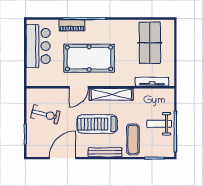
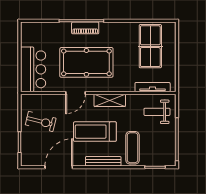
piano: (72, 25) -> (85, 28), moved
bar counter: (38, 46) -> (33, 69), moved
shelving: (111, 94) -> (110, 100), width x0.68
weight bench: (159, 124) -> (157, 112), moved

